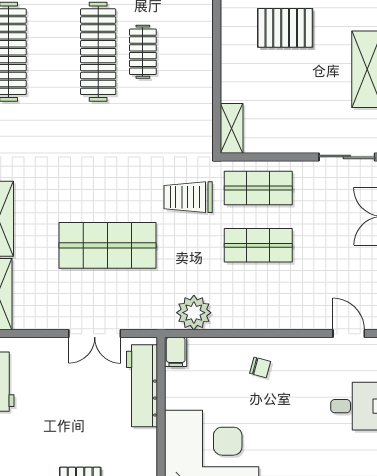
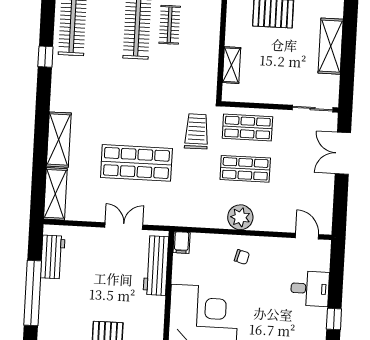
shelving: (232, 128) -> (232, 65), moved
trolley: (188, 197) -> (197, 131), turned 90
plant: (194, 313) -> (240, 217), moved
double door: (95, 334) -> (124, 226), swing flipped

